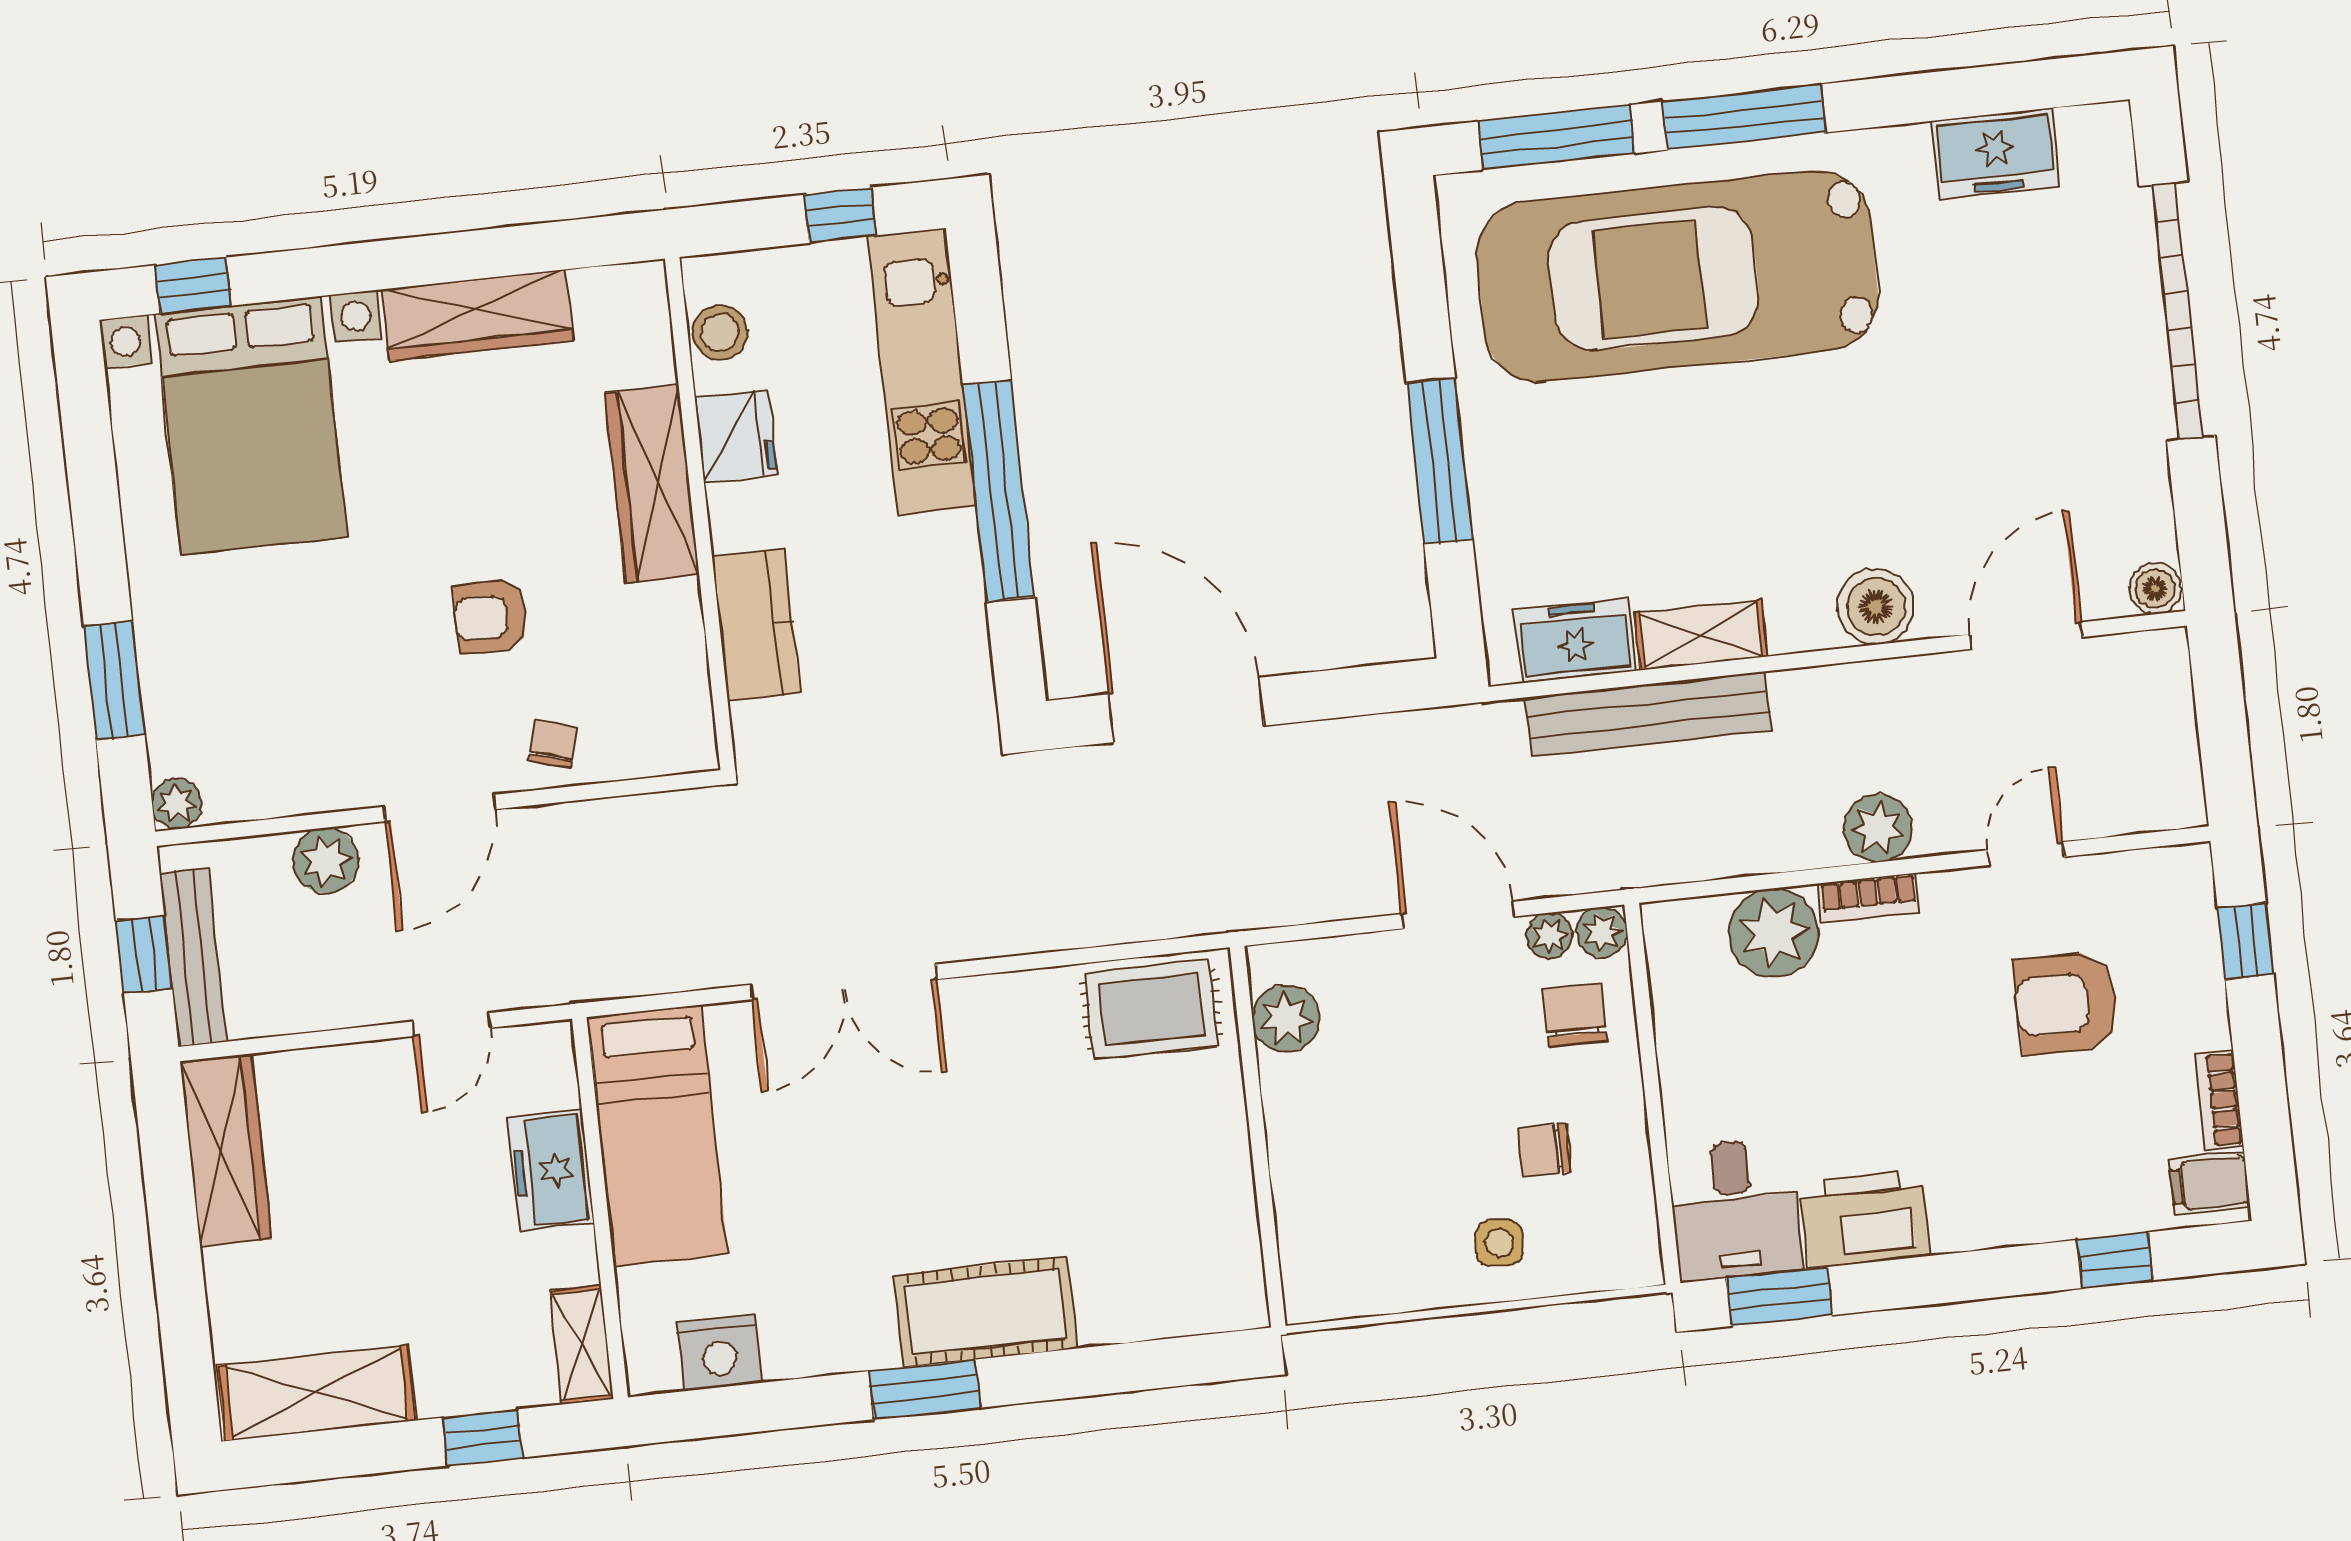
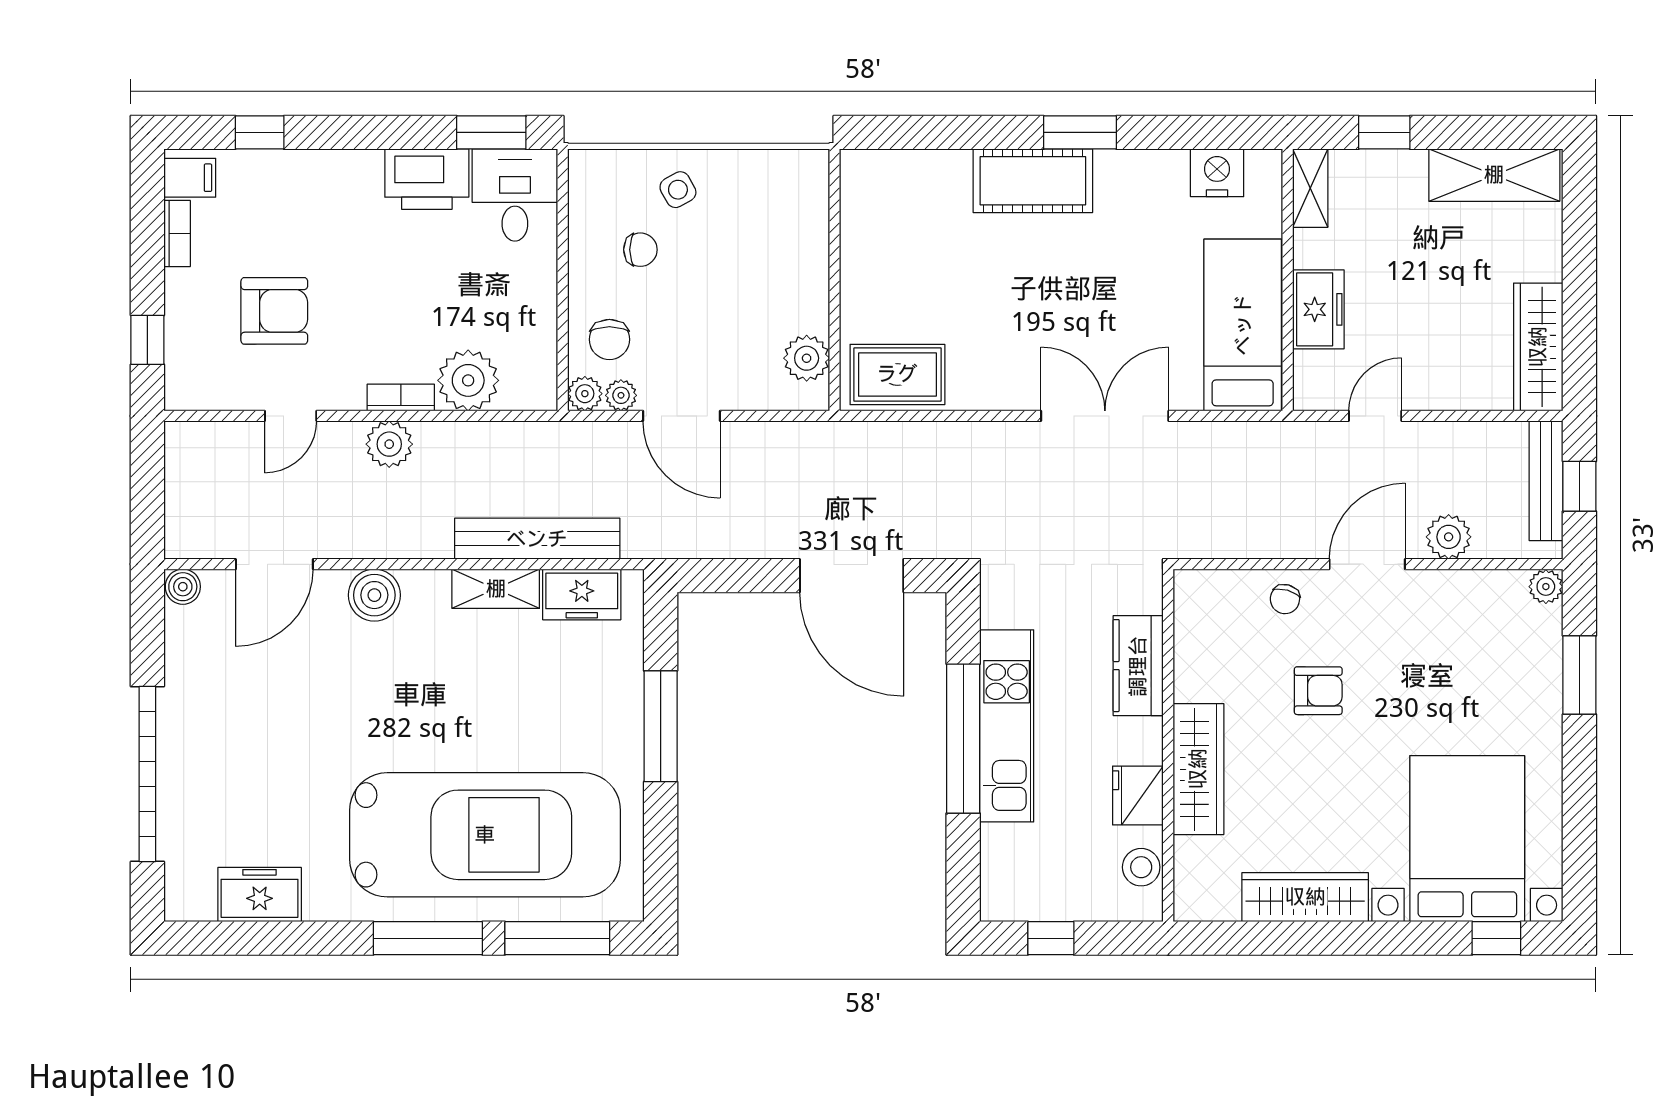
kitchen unit: (922, 372) -> (1007, 726), moved
side table: (1499, 1243) -> (678, 190), turned -35

